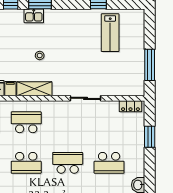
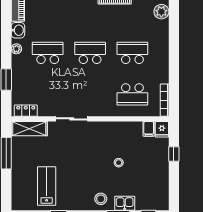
stool: (57, 20) -> (101, 199), added
shelving: (34, 89) -> (29, 129), moved
school desk: (68, 163) -> (90, 53), turned 180
plant: (140, 167) -> (16, 49), added

